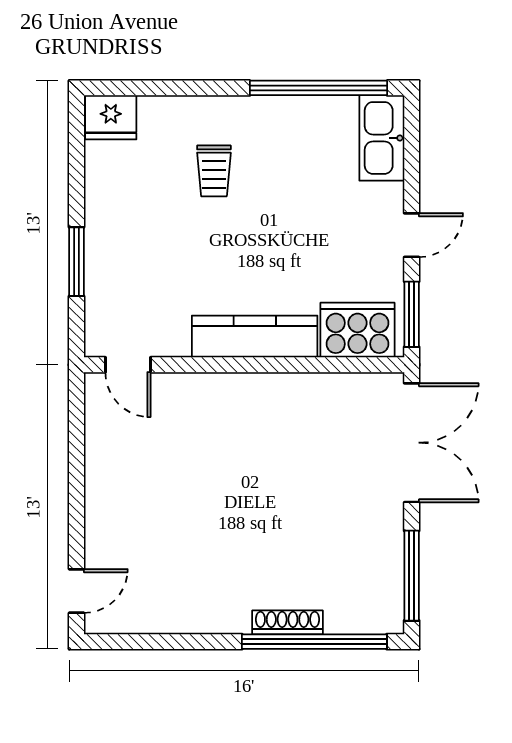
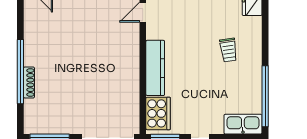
trolley: (214, 171) -> (228, 50), turned -98
window: (314, 642) -> (20, 72), moved

